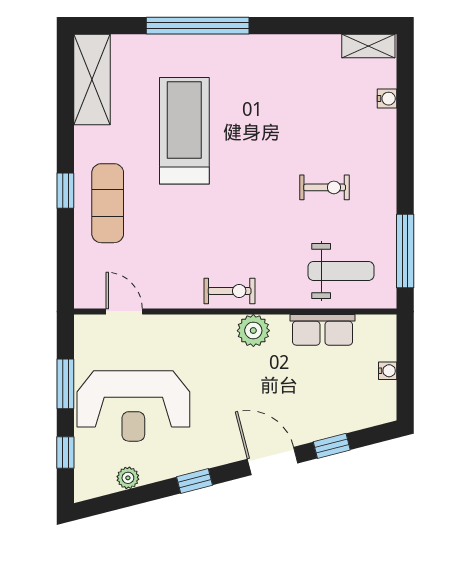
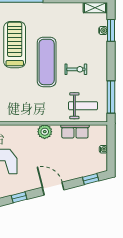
window: (405, 98) -> (111, 30), added
exercise mat: (258, 171) -> (47, 62), added
exercise bike: (230, 291) -> (34, 114), removed
window: (332, 446) -> (91, 179), moved

